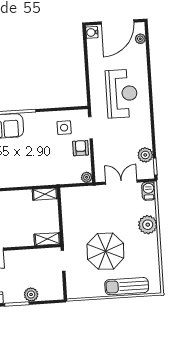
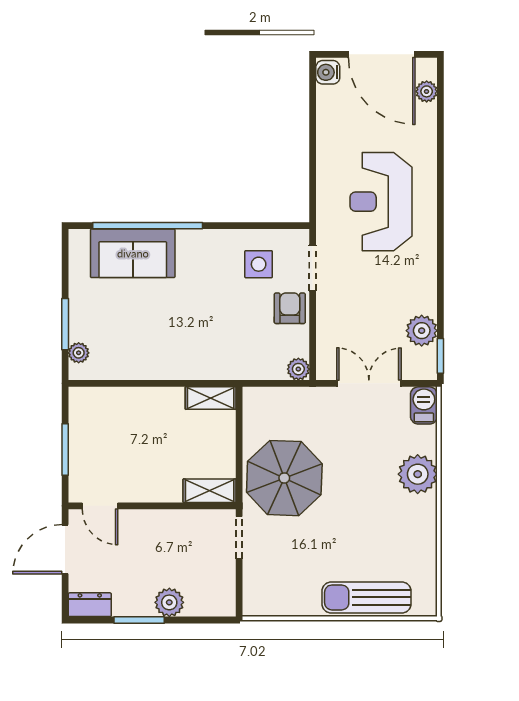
door: (117, 22) -> (382, 54), hinge flipped
reception desk: (122, 94) -> (381, 202), turned 180
parasol: (105, 251) -> (284, 478), moved

